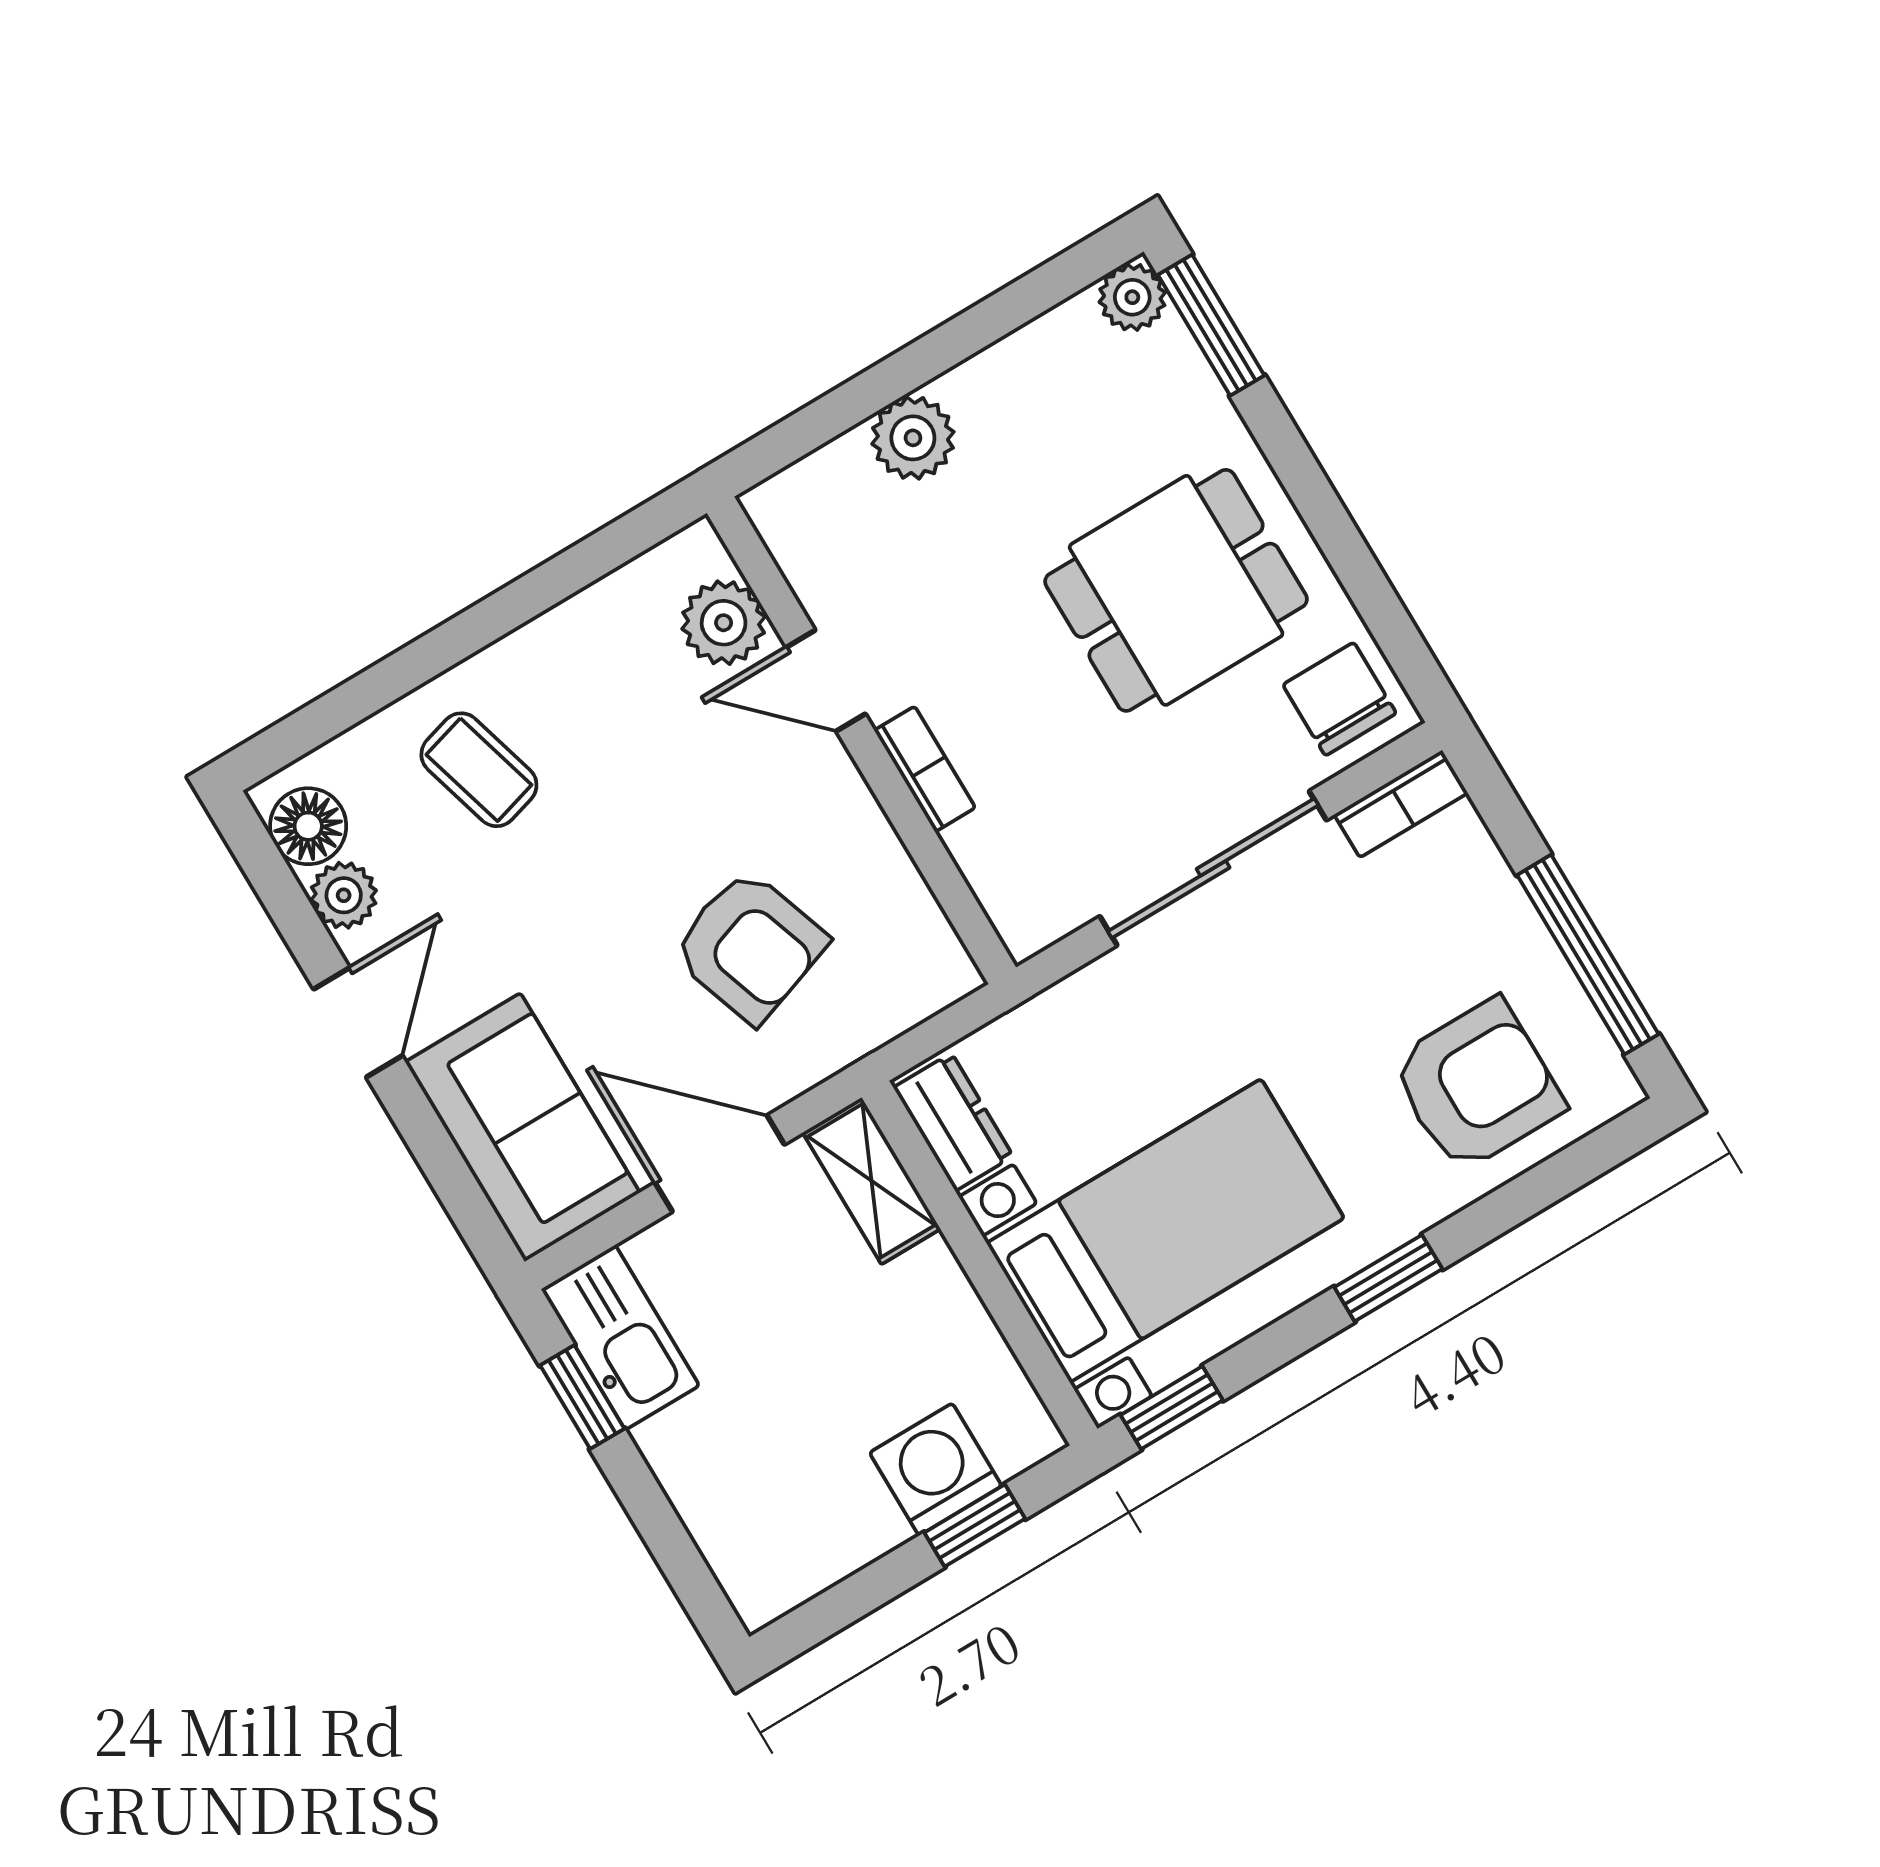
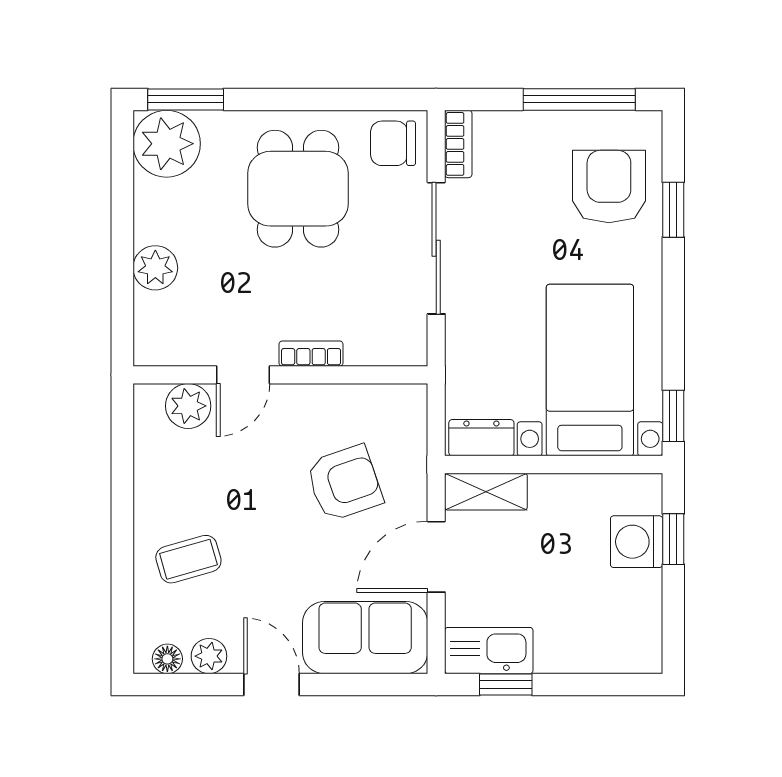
plant: (1132, 297) -> (167, 144), width x1.87, depth x1.87
floor lamp: (308, 826) -> (167, 659), width x0.73, depth x0.73
window: (1388, 1278) -> (673, 210), moved

